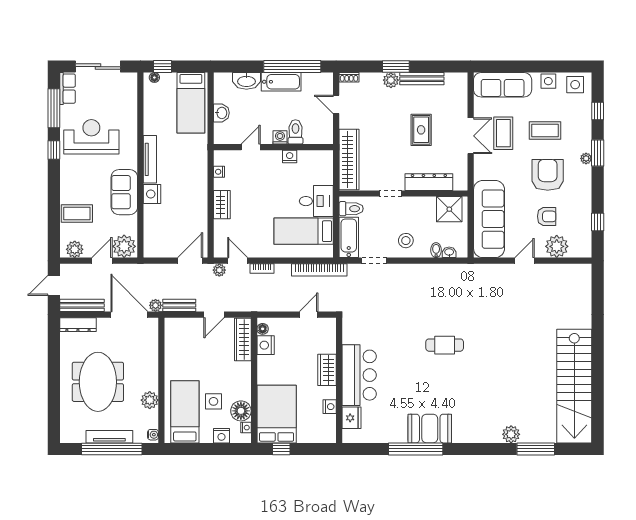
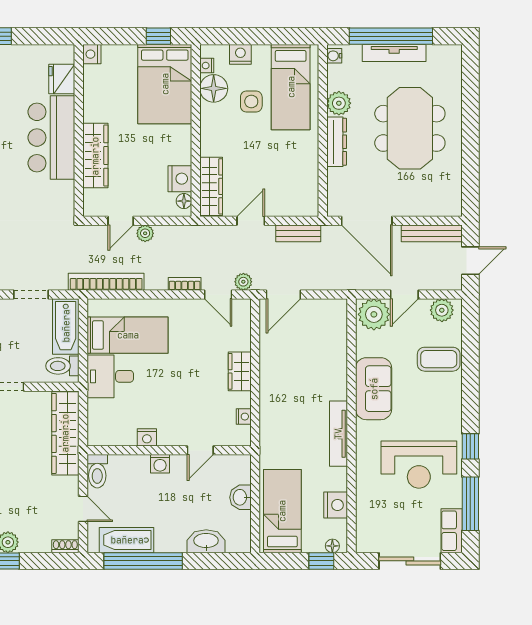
bathtub: (281, 82) -> (127, 540), moved
toilet: (295, 132) -> (97, 471), moved
nightstand: (152, 194) -> (336, 505), moved
plant: (156, 305) -> (145, 233), moved
dresser: (78, 325) -> (337, 142), moved, turned 90
wardrobe: (327, 370) -> (95, 156), width x1.50
nightstand: (330, 407) -> (92, 54), moved

